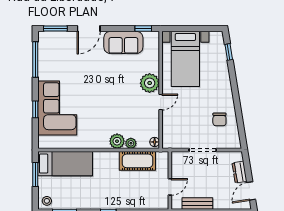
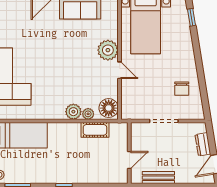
door: (161, 102) -> (120, 70), hinge flipped
floor lamp: (155, 142) -> (109, 108), width x1.89, depth x1.89
cot: (137, 161) -> (95, 130), width x0.73, depth x0.75

